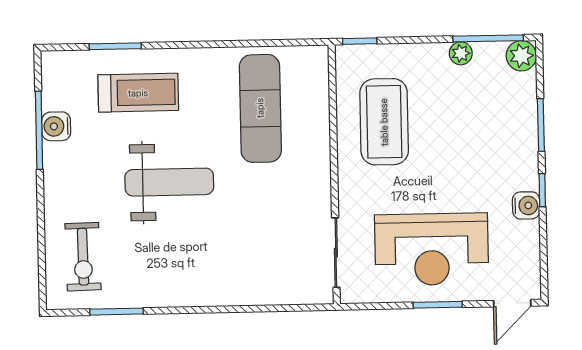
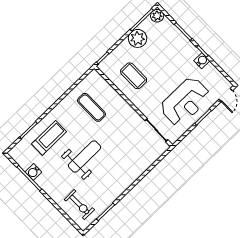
plant: (461, 53) -> (138, 38), width x1.88, depth x1.88
exercise mat: (260, 108) -> (91, 107), width x0.73, depth x0.69
coffee table: (384, 122) -> (134, 76), width x0.73, depth x0.76

